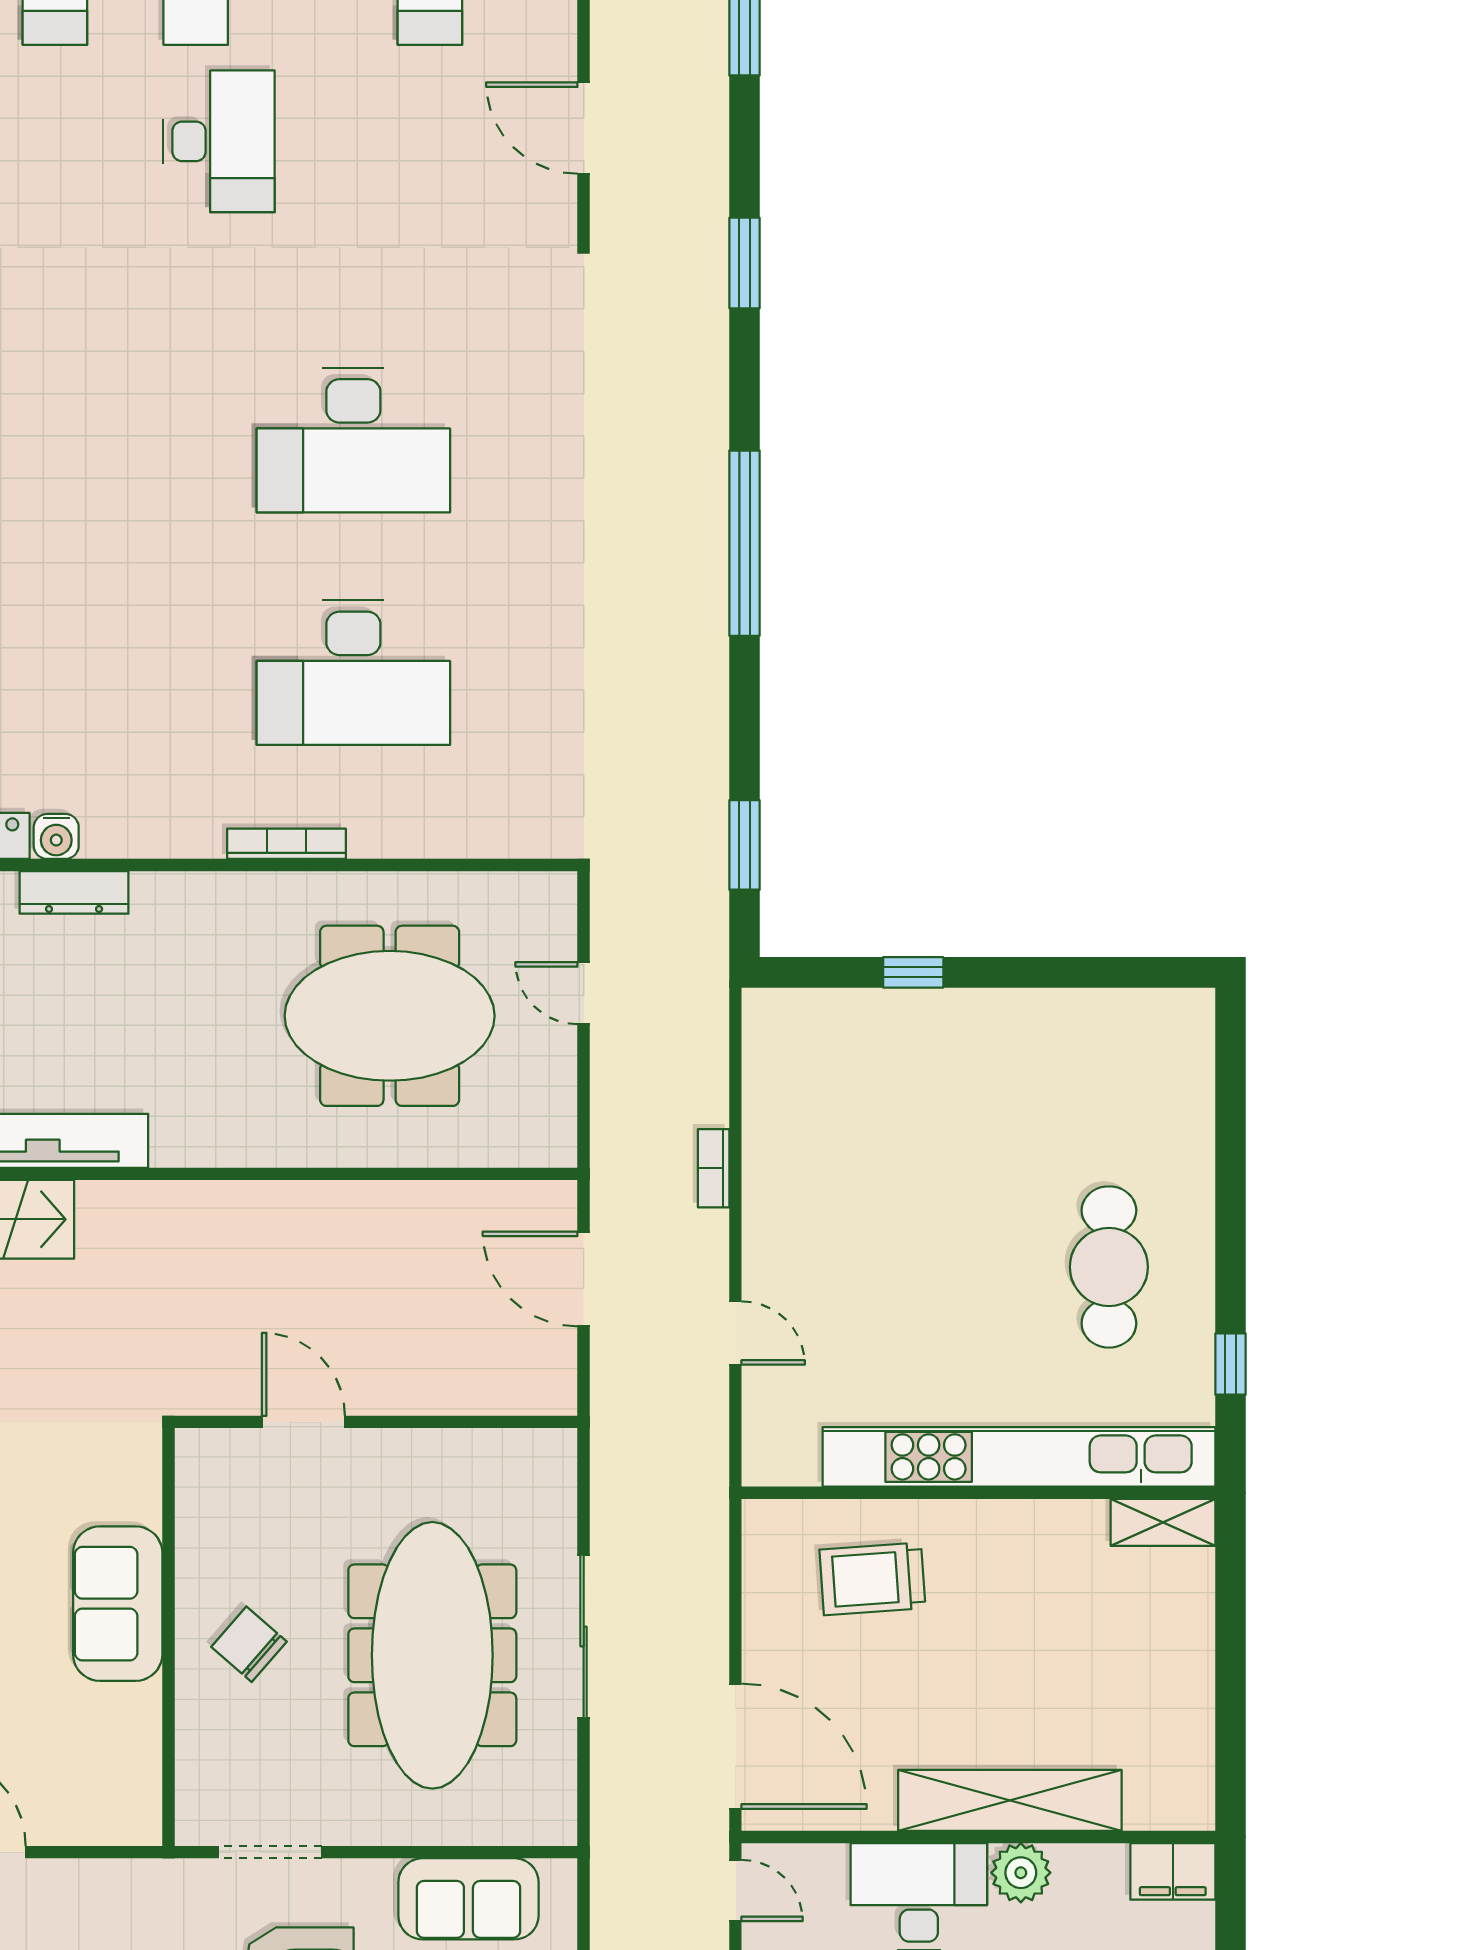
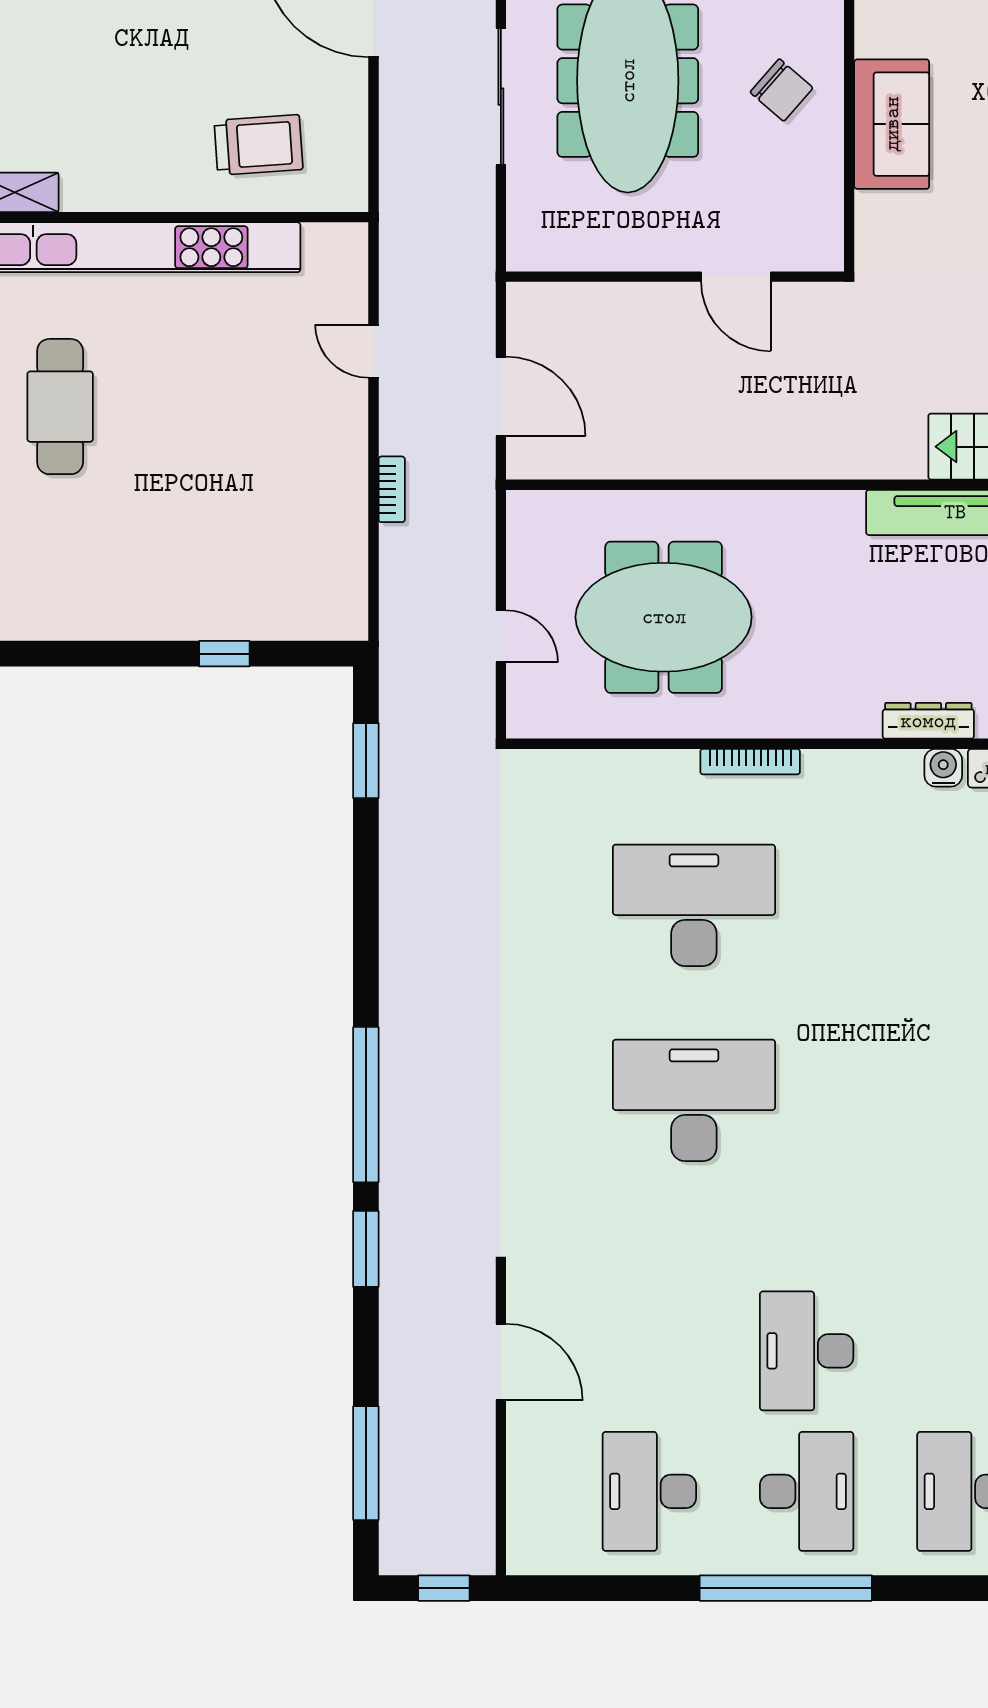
window: (745, 543) -> (366, 1105), moved

